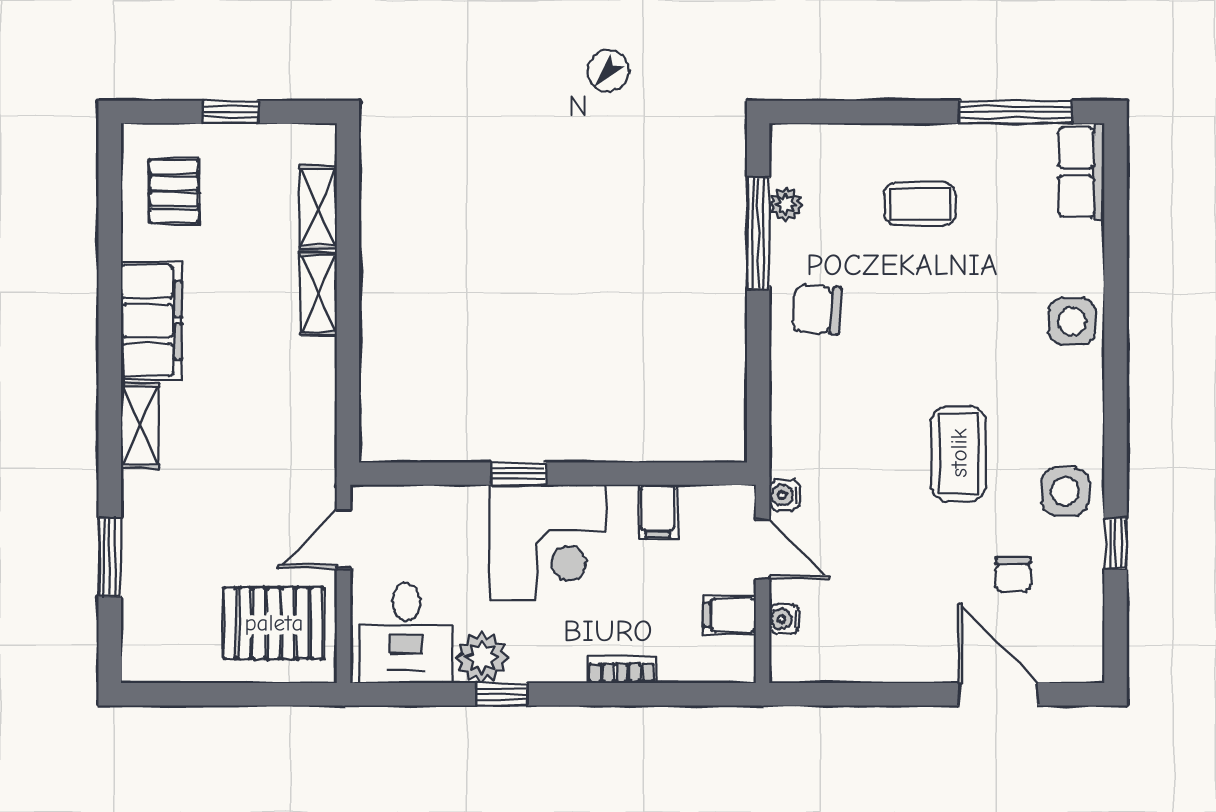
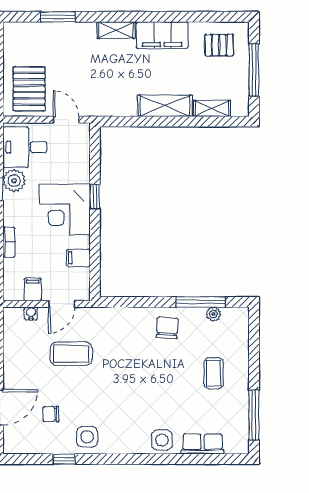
window: (231, 112) -> (254, 70), width x2.17
row of seats: (1081, 172) -> (202, 444), moved
shelving: (318, 294) -> (165, 106), width x1.50, depth x1.33
coffee table: (959, 453) -> (71, 354), moved
water cooler: (785, 495) -> (85, 314), removed

